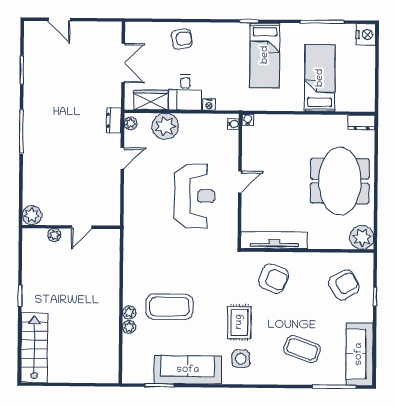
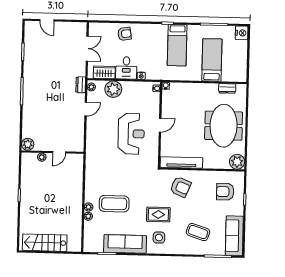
dresser: (361, 122) -> (227, 88), moved
armchair: (344, 285) -> (225, 192), turned -150
rug: (239, 322) -> (158, 214), turned 90
stairs: (34, 348) -> (45, 243), moved, turned -90

